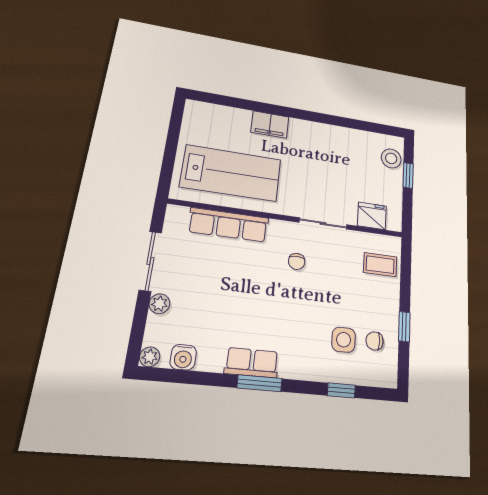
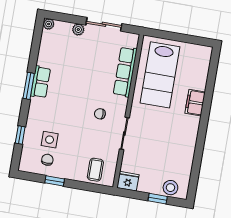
fridge: (372, 216) -> (128, 181), moved, turned -90
water cooler: (183, 357) -> (47, 43), removed

